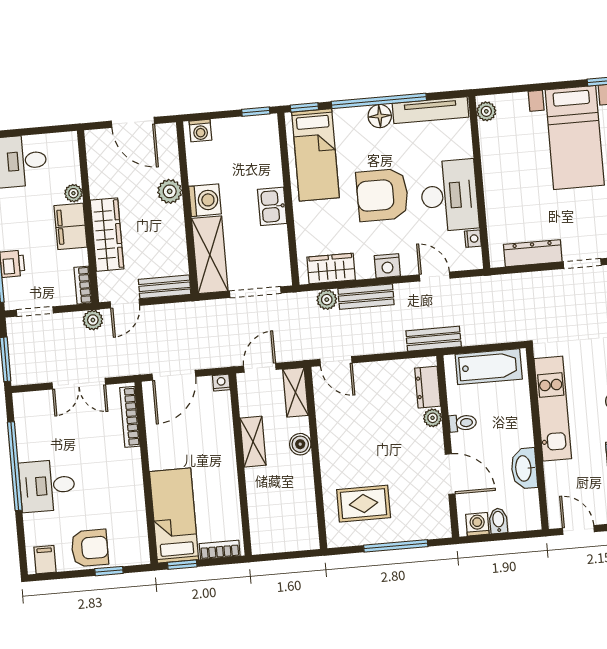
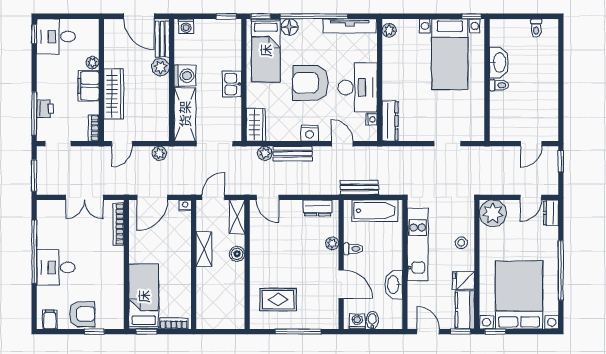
floor lamp: (380, 116) -> (290, 27), moved
dresser: (533, 253) -> (390, 121), moved, turned 90
wardrobe: (331, 268) -> (256, 125), moved, turned 90
bench: (165, 287) -> (162, 39), moved, turned 90
plant: (93, 320) -> (159, 153), moved
bench: (434, 339) -> (359, 188), moved
dresser: (428, 387) -> (318, 208), moved, turned -90

